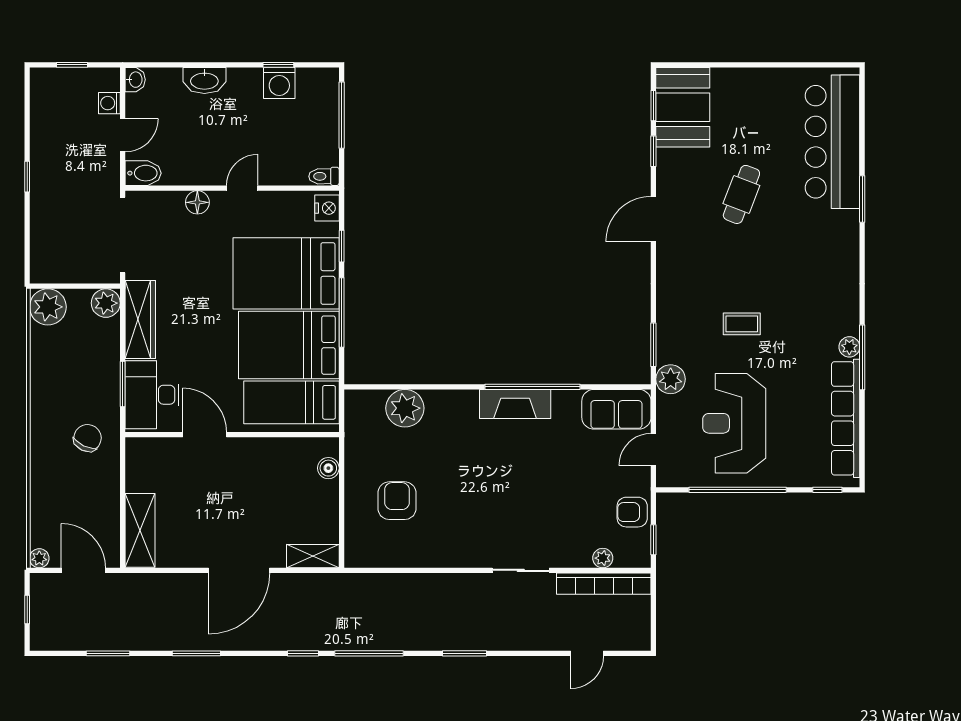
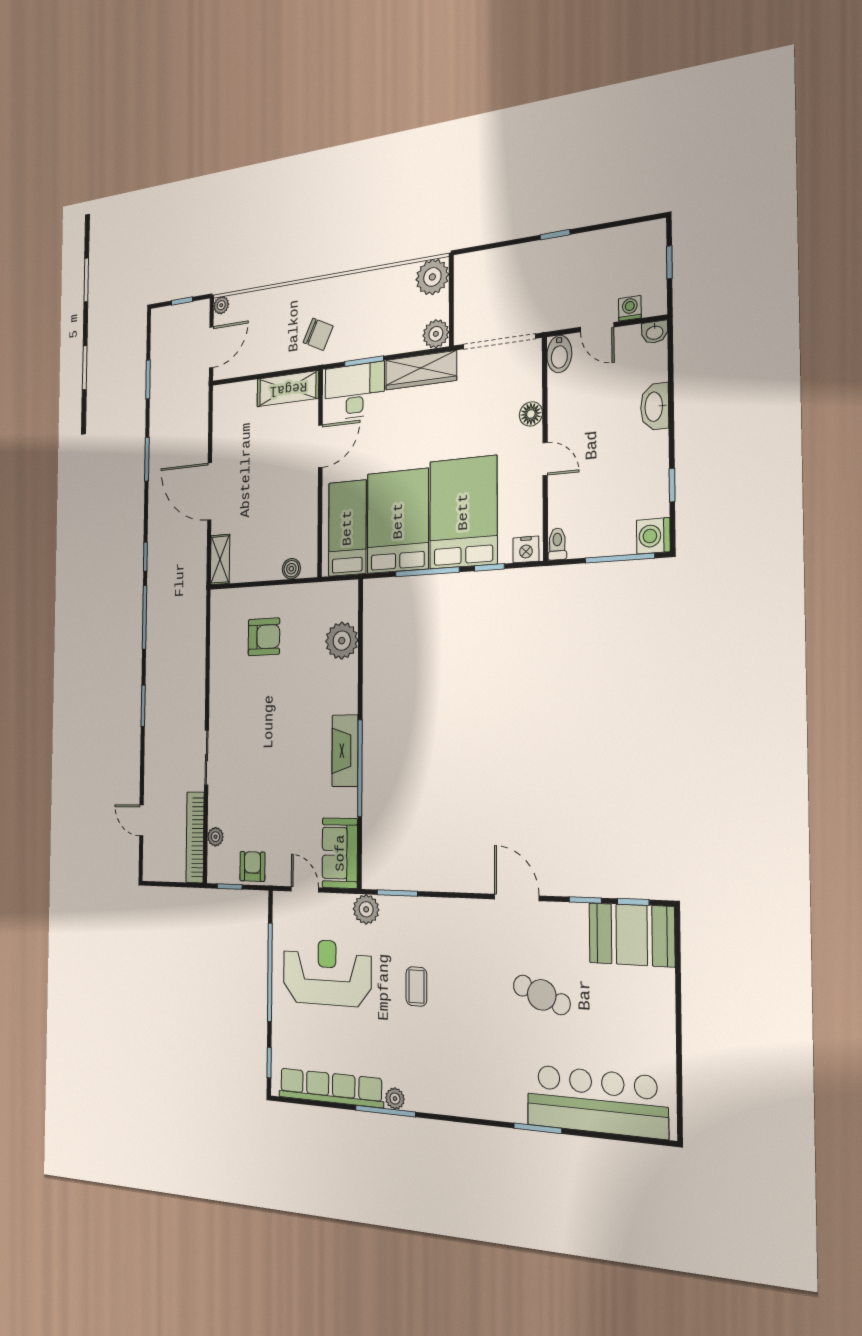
washing machine: (279, 83) -> (653, 536), moved
shelving: (140, 530) -> (288, 389), moved

